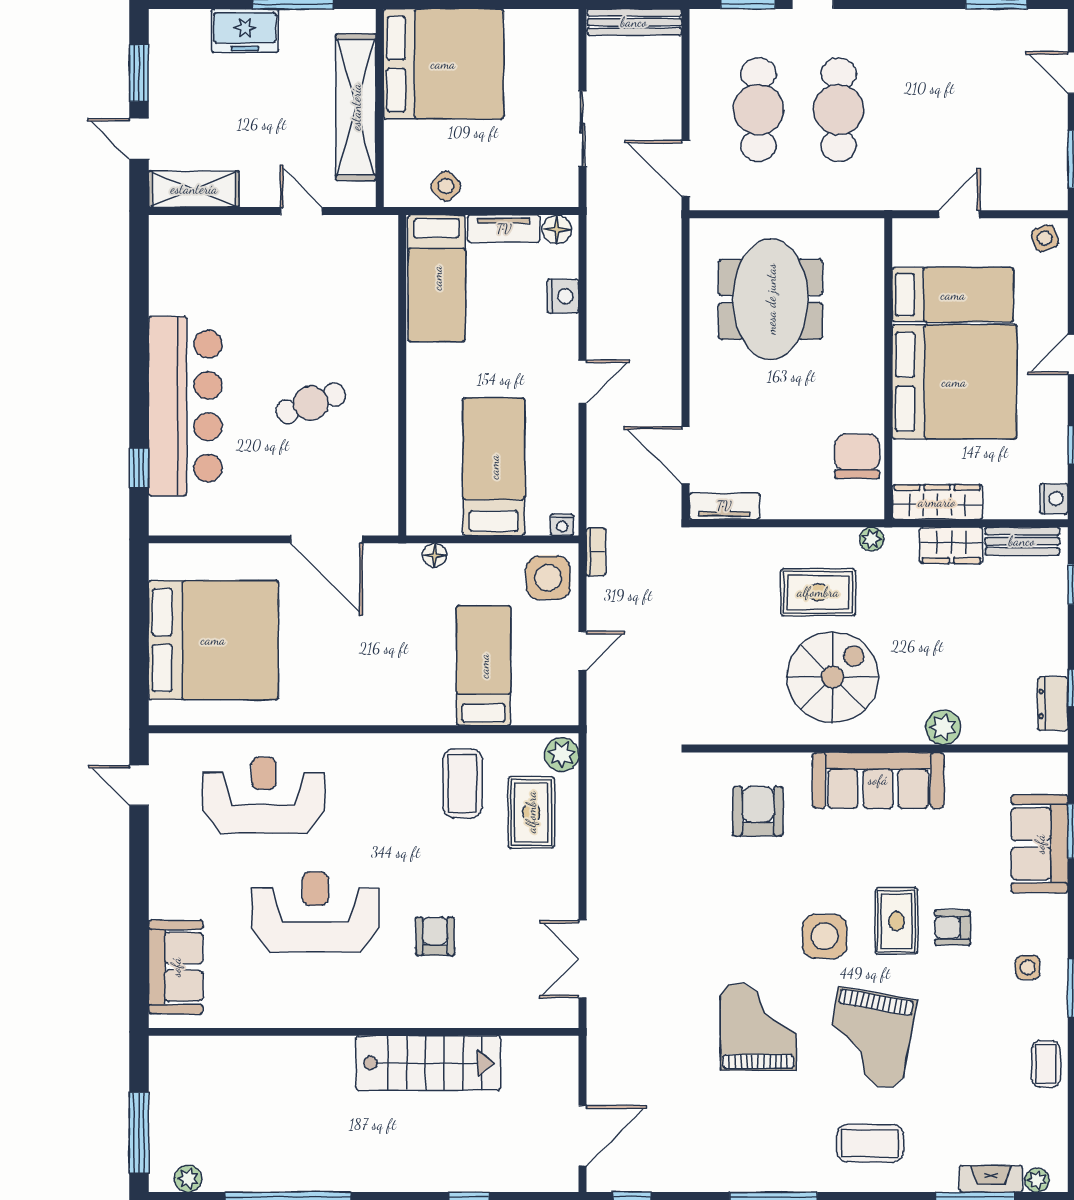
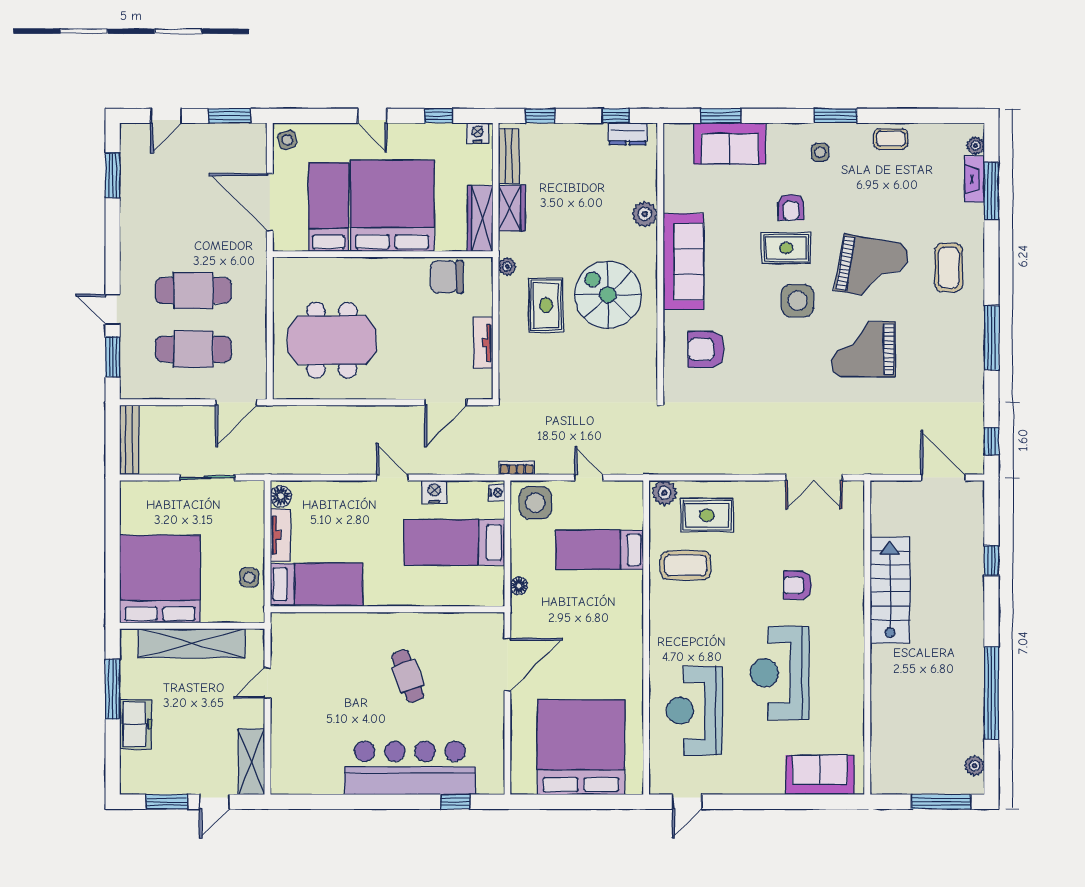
side table: (446, 186) -> (249, 577), turned -38
door: (959, 214) -> (270, 202), width x1.87
nightstand: (563, 296) -> (434, 492), moved
tv unit: (724, 506) -> (483, 343), moved

